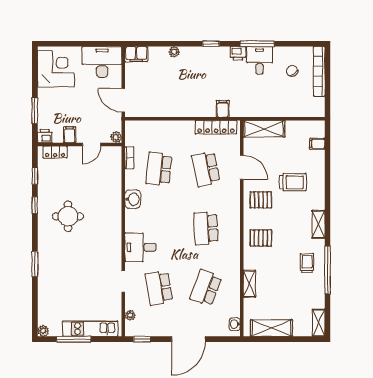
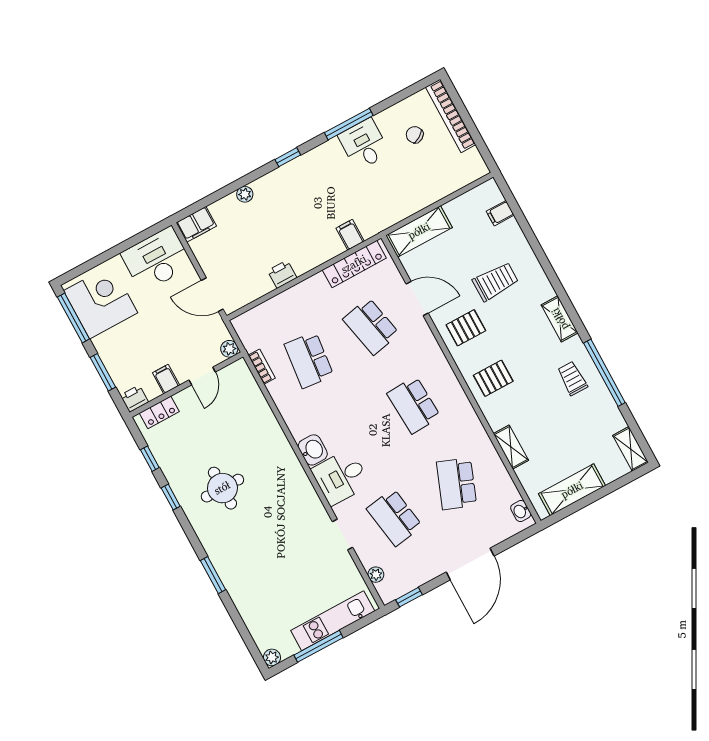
printer: (238, 53) -> (282, 274), moved, turned 180
window: (35, 70) -> (73, 318), added
washbasin: (133, 199) -> (313, 450), moved

